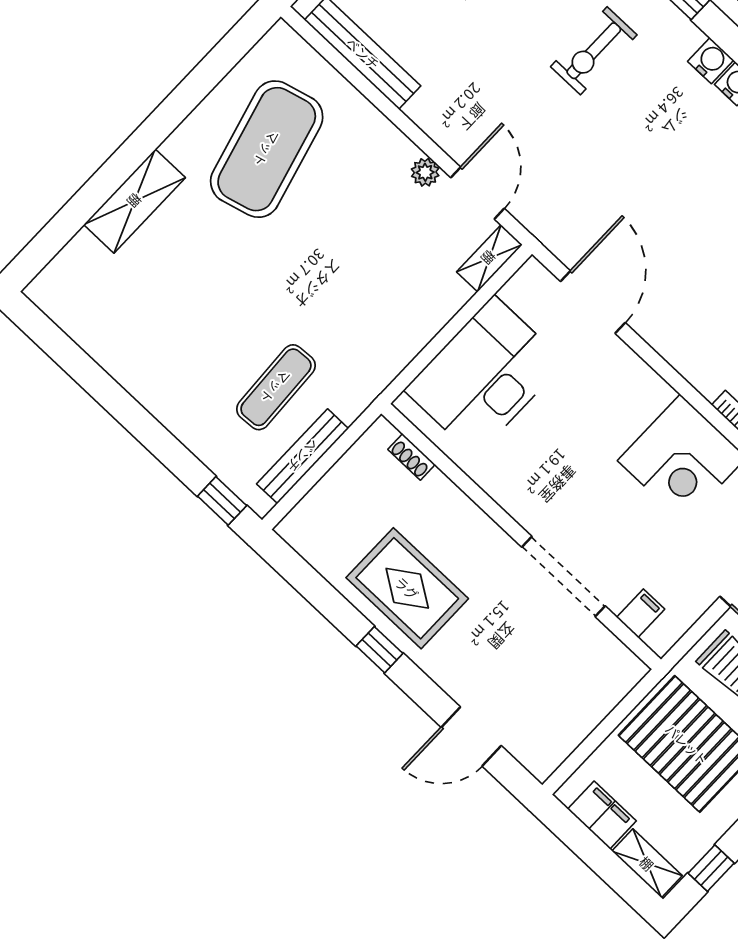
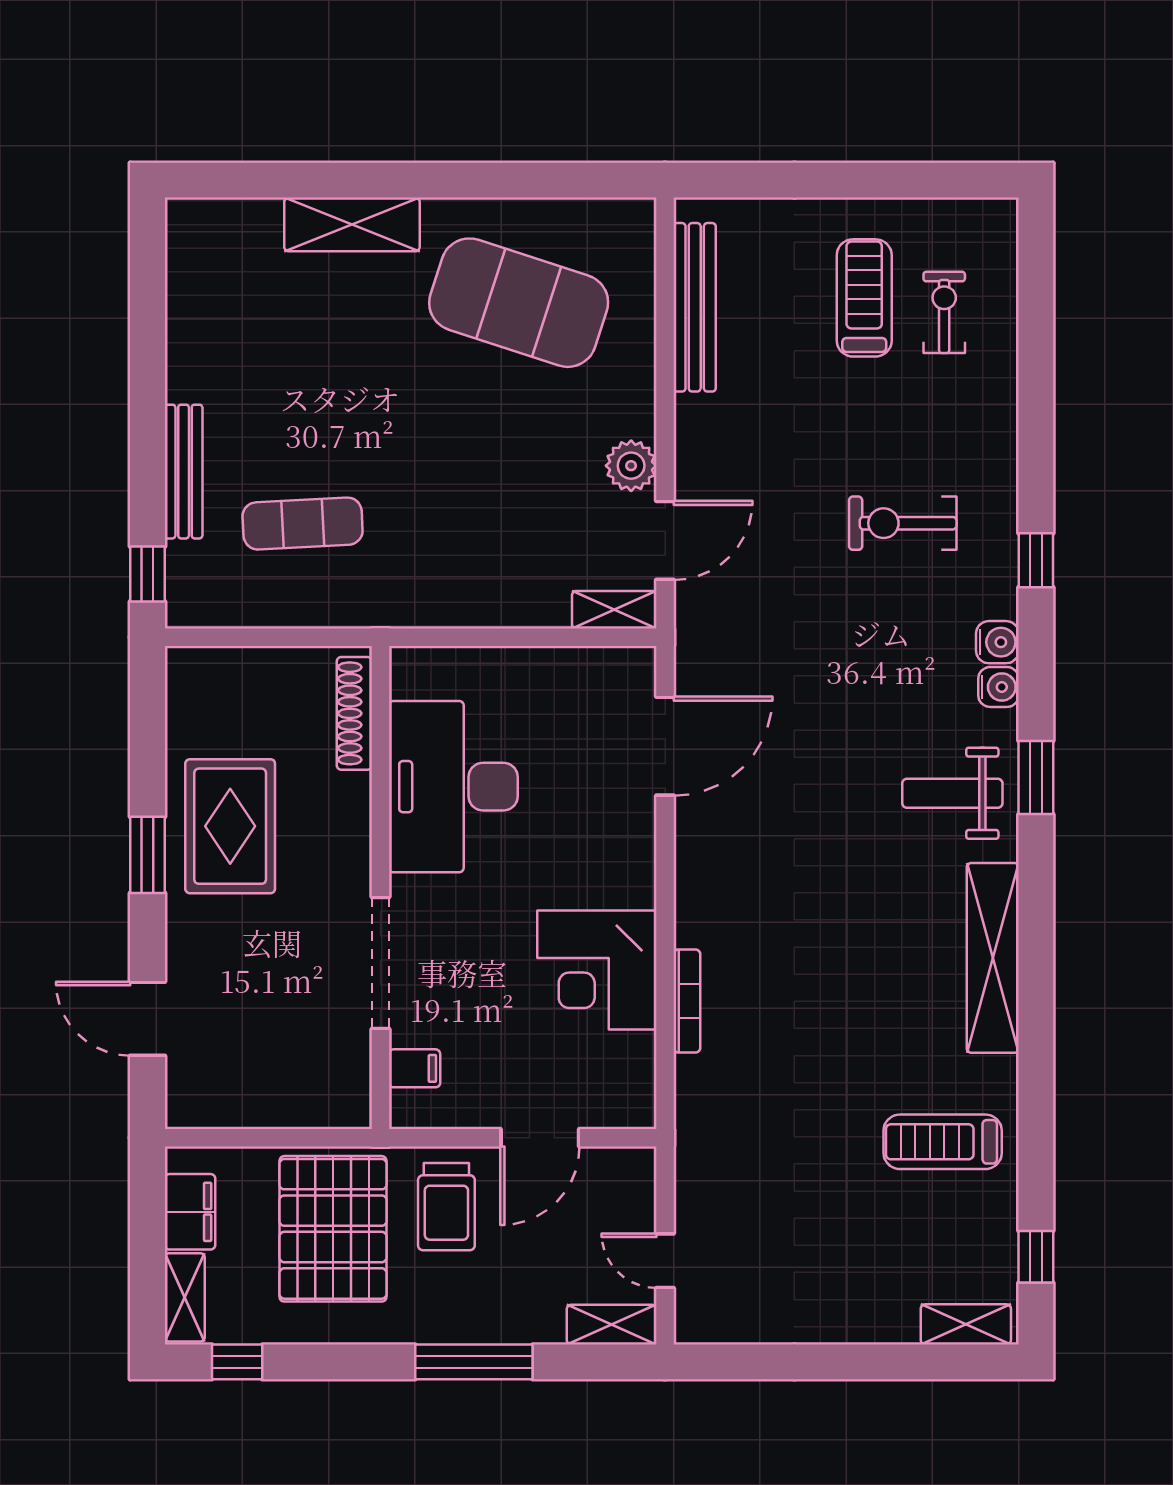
exercise mat: (267, 149) -> (519, 303), turned 33
plant: (425, 172) -> (631, 466), width x1.38, depth x1.38
desk: (485, 376) -> (453, 787), moved, turned -90
bench: (303, 456) -> (184, 472), moved, turned 90
shoe rack: (412, 457) -> (354, 713), width x1.94, depth x1.24
window: (379, 650) -> (147, 855), width x1.50

